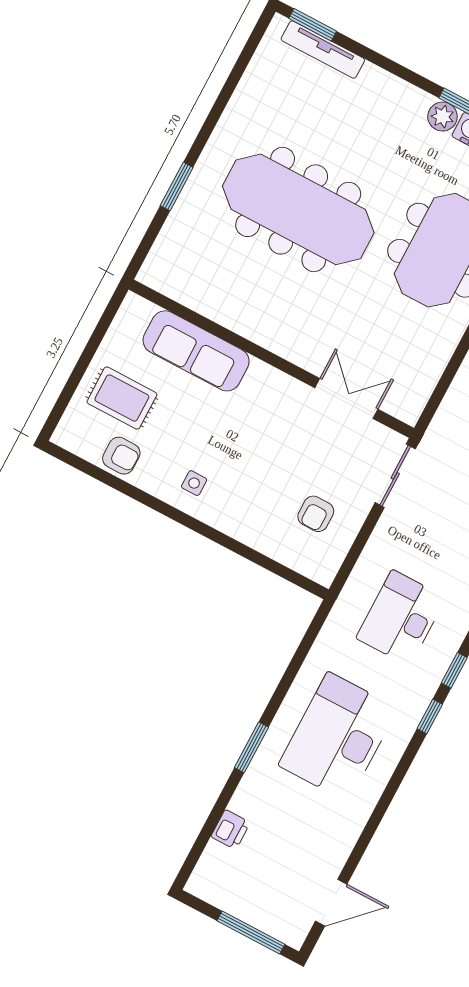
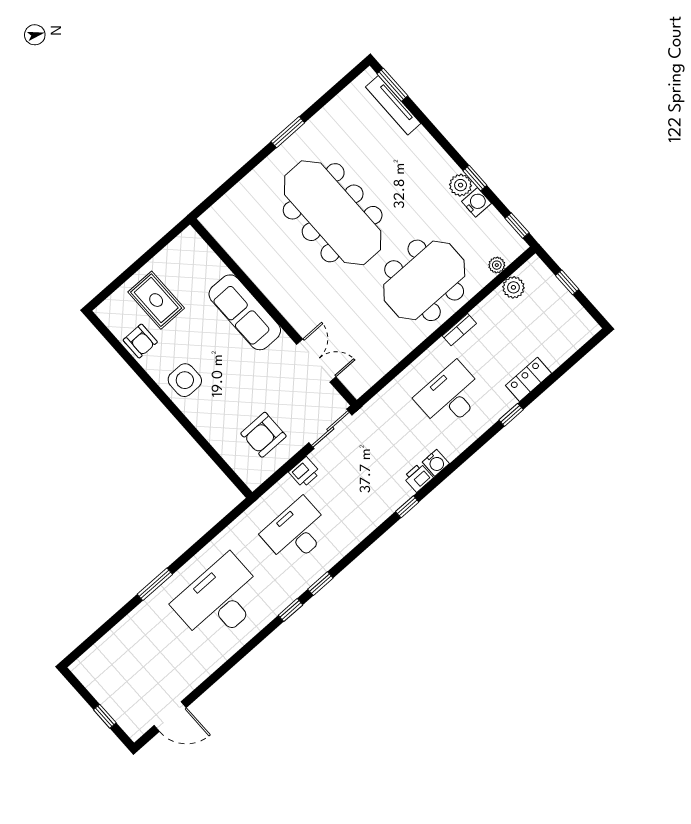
window: (177, 186) -> (288, 132), moved
sofa: (196, 351) -> (245, 312), moved
side table: (194, 483) -> (185, 380), width x1.87, depth x1.87
armchair: (316, 514) -> (263, 435), width x1.38, depth x1.38
printer: (230, 830) -> (304, 472), moved
window: (251, 932) -> (105, 716), width x0.46

